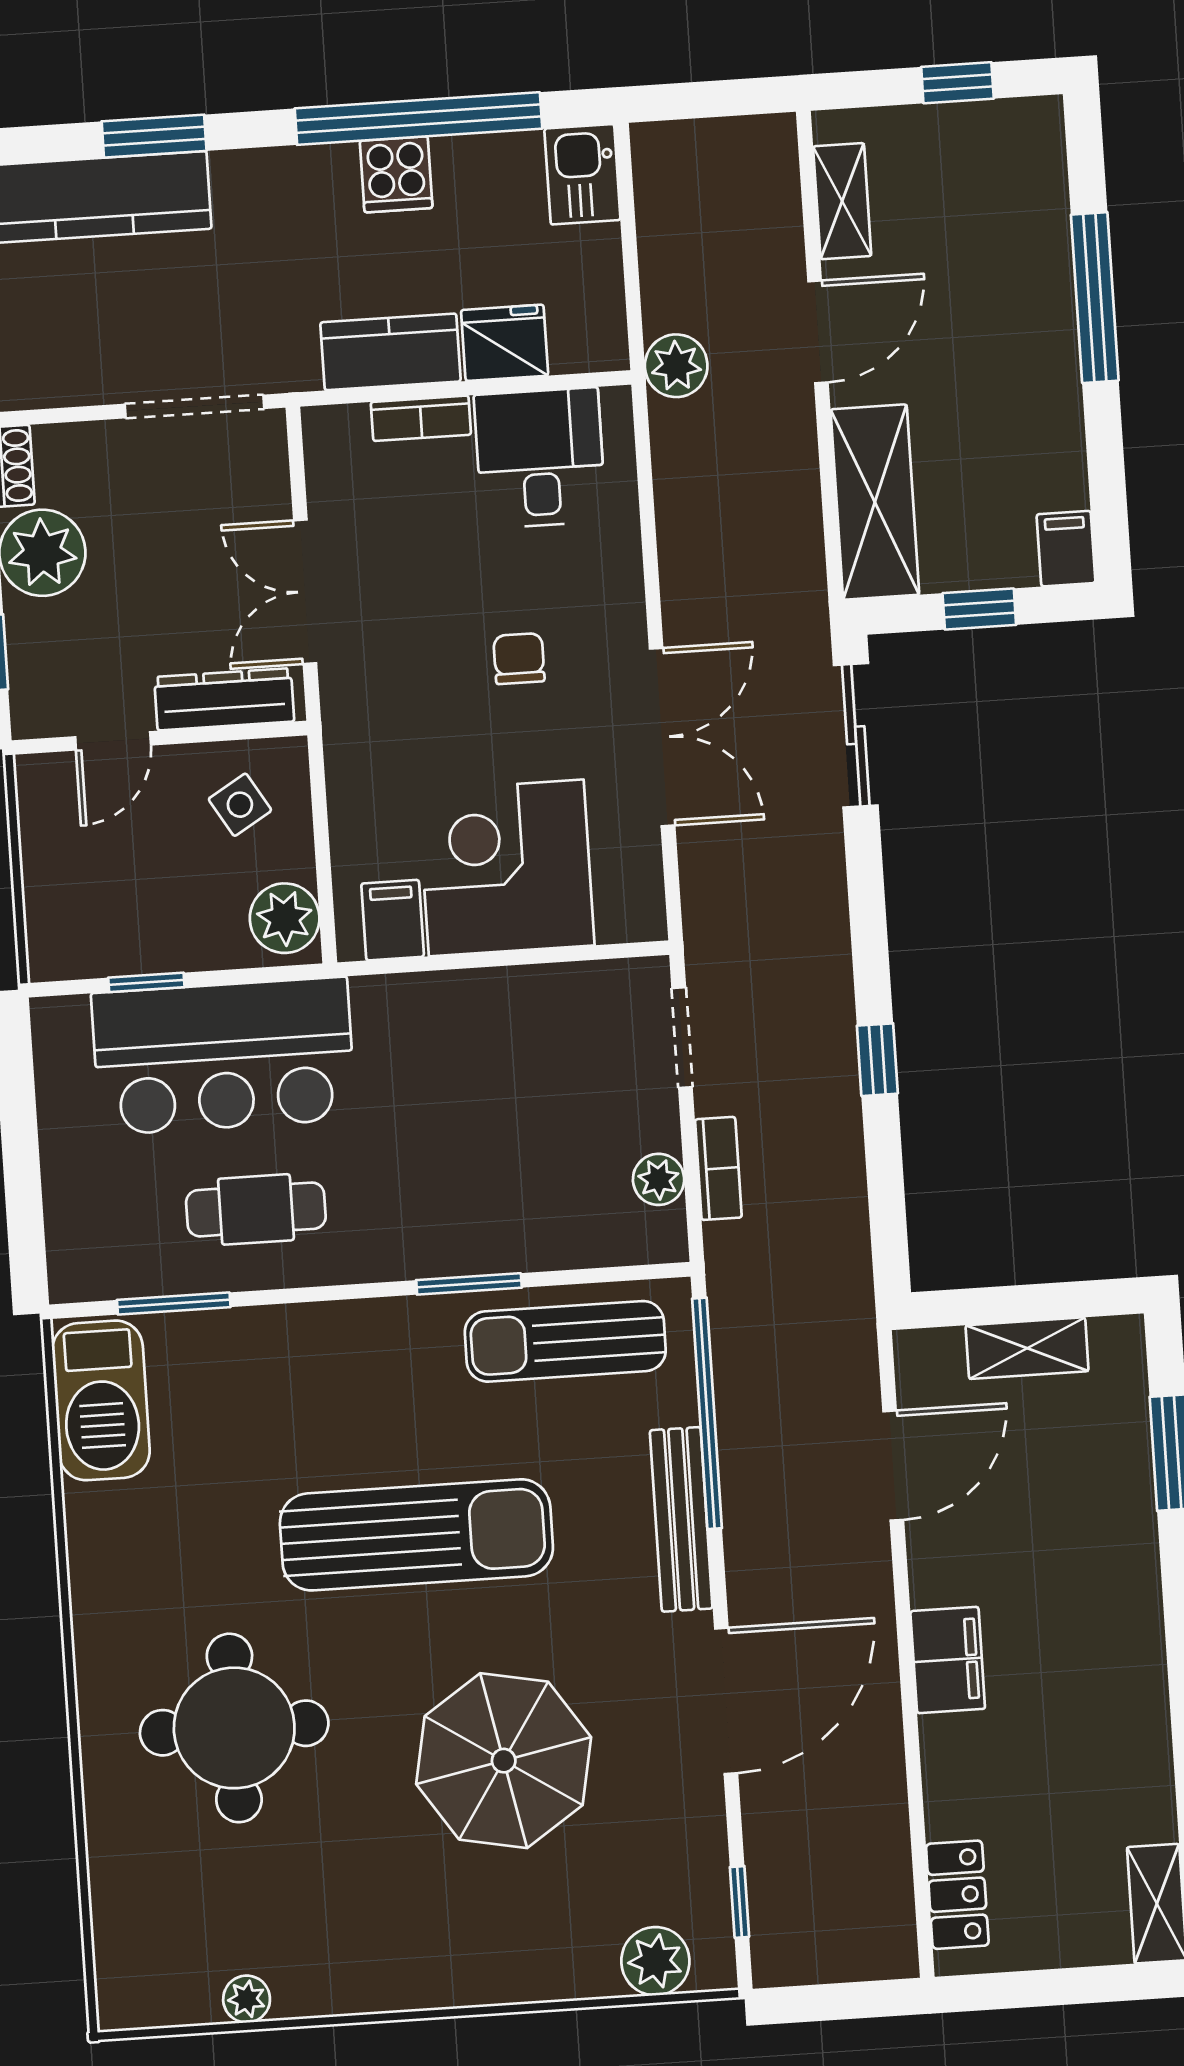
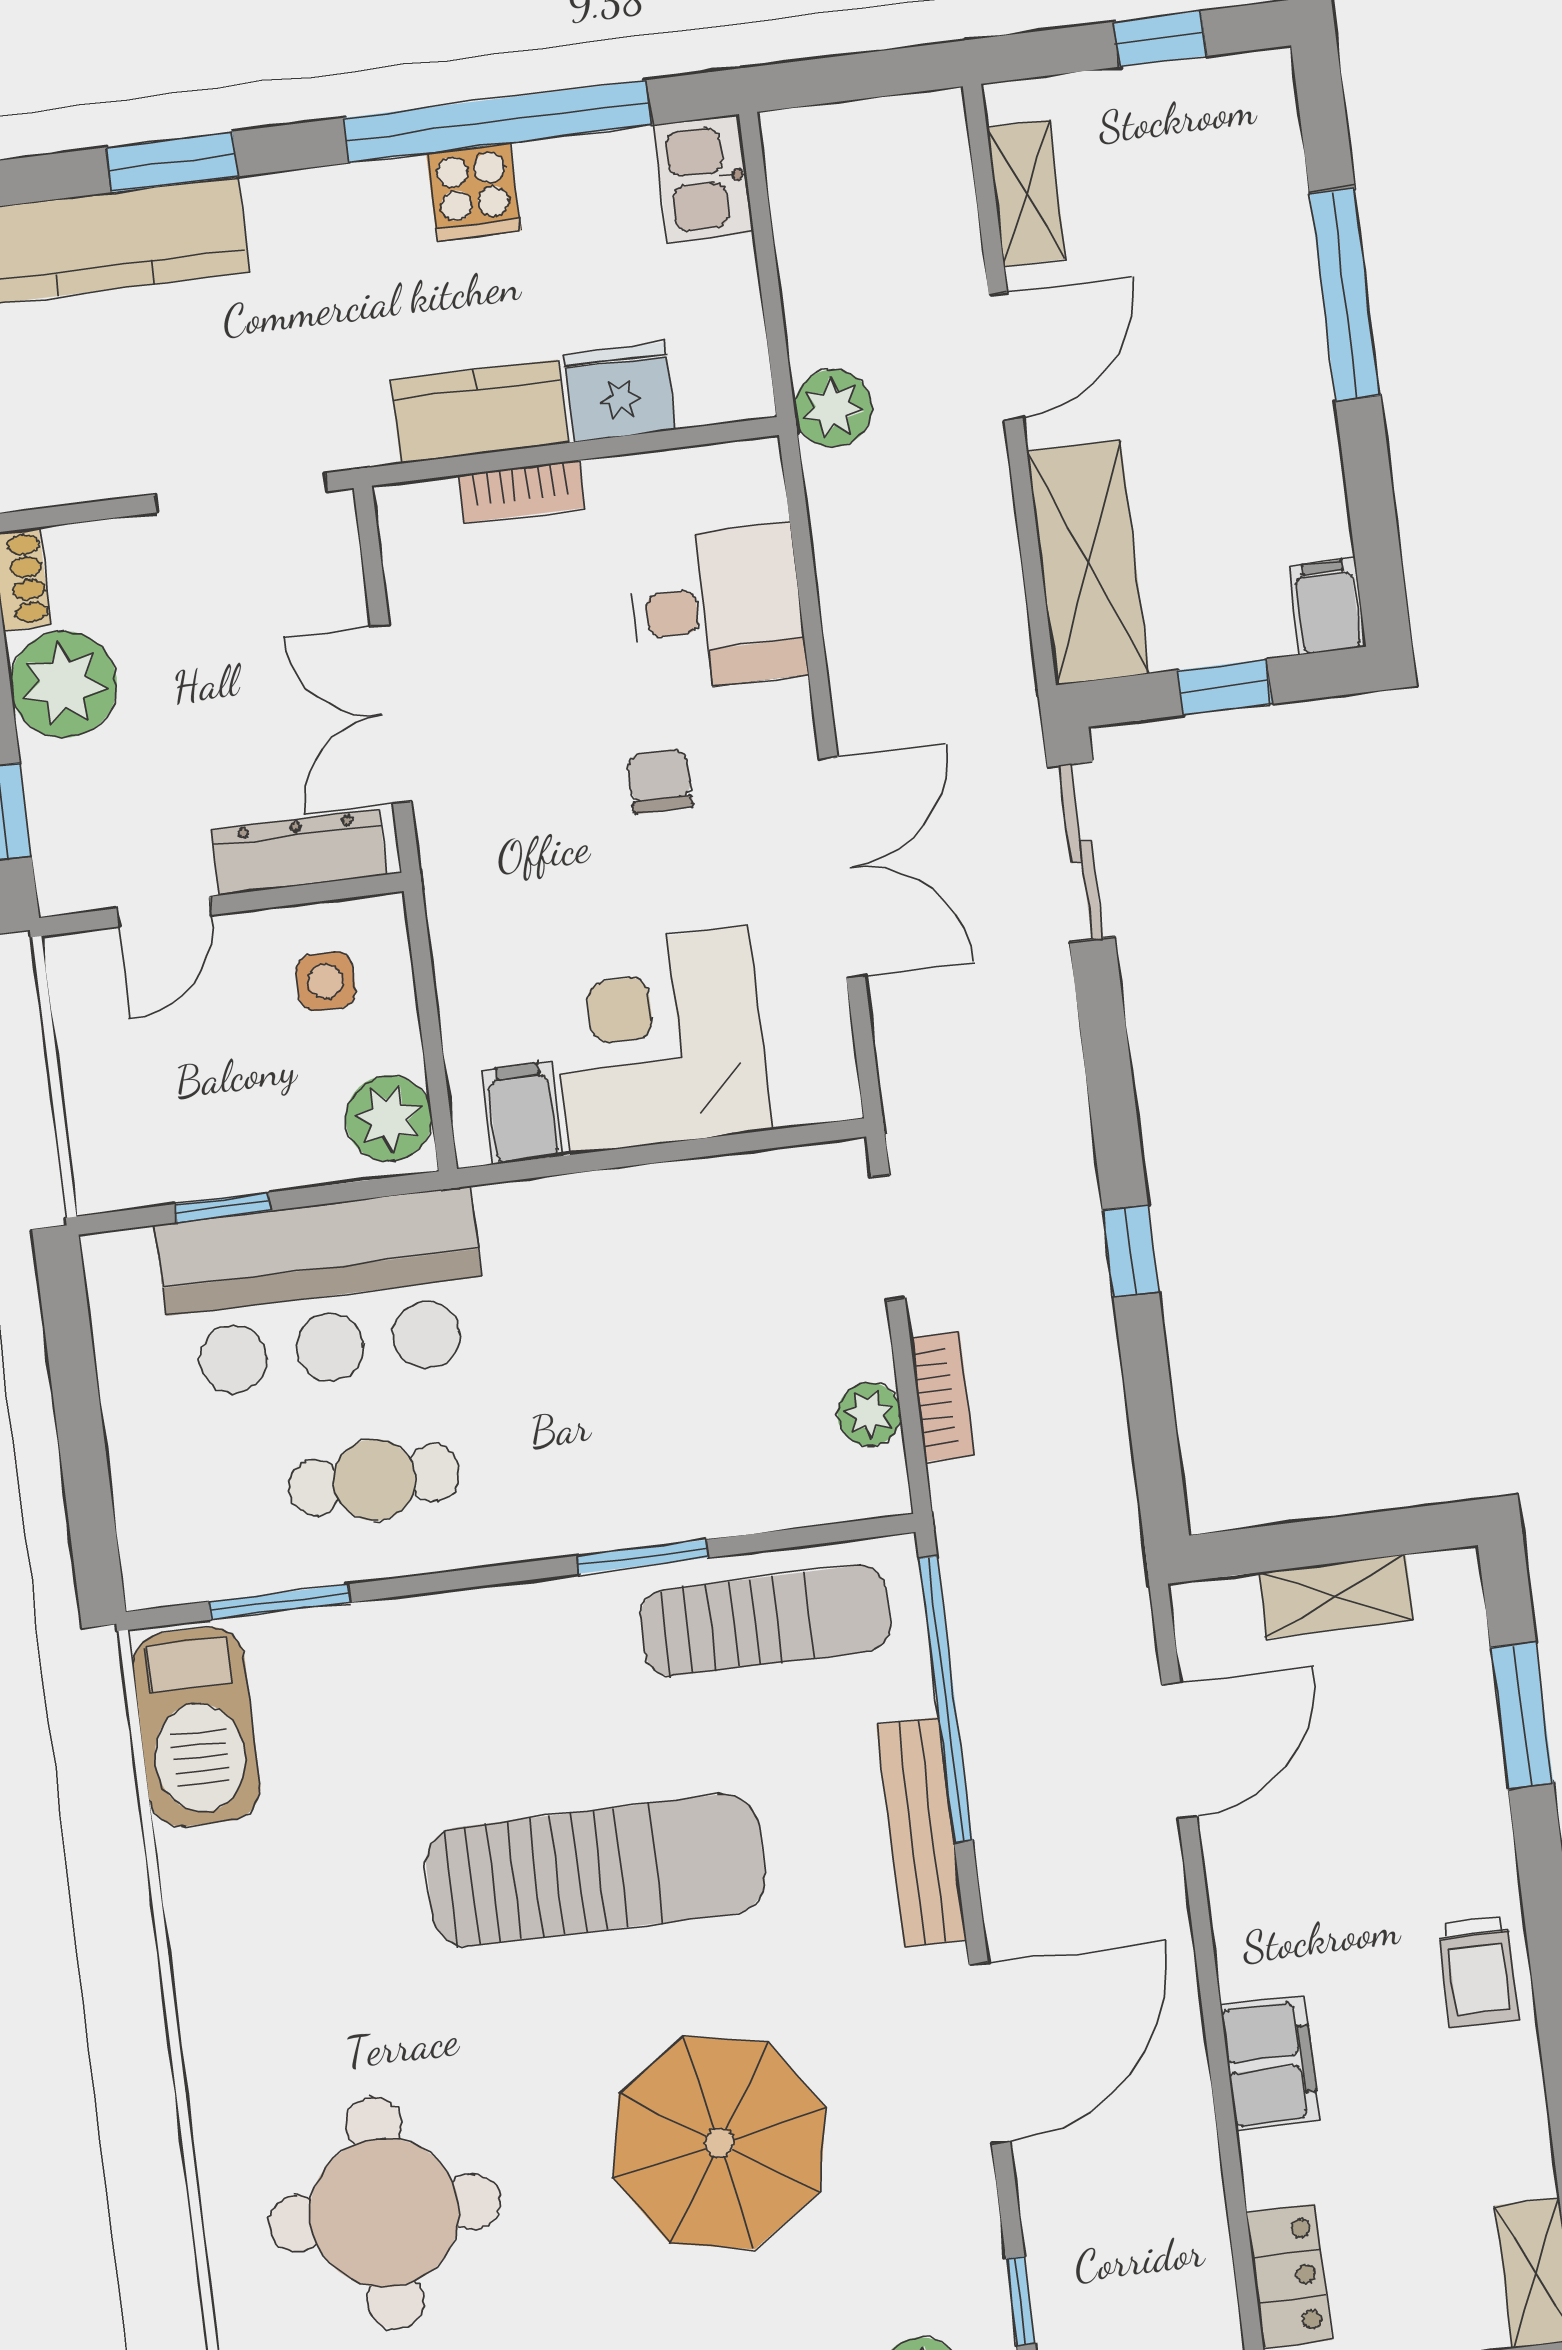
desk: (540, 458) -> (717, 608), moved, turned 90
side table: (240, 805) -> (326, 981), turned 31
sun lounger: (565, 1341) -> (766, 1621), turned 180
trolley: (1124, 1658) -> (1478, 1972), added
filing cabinet: (948, 1660) -> (1270, 2063), moved
round table: (234, 1728) -> (385, 2213), moved

